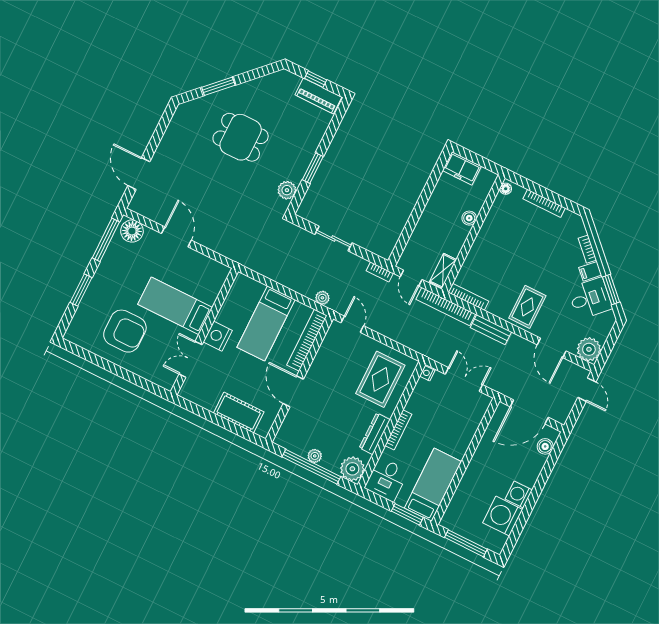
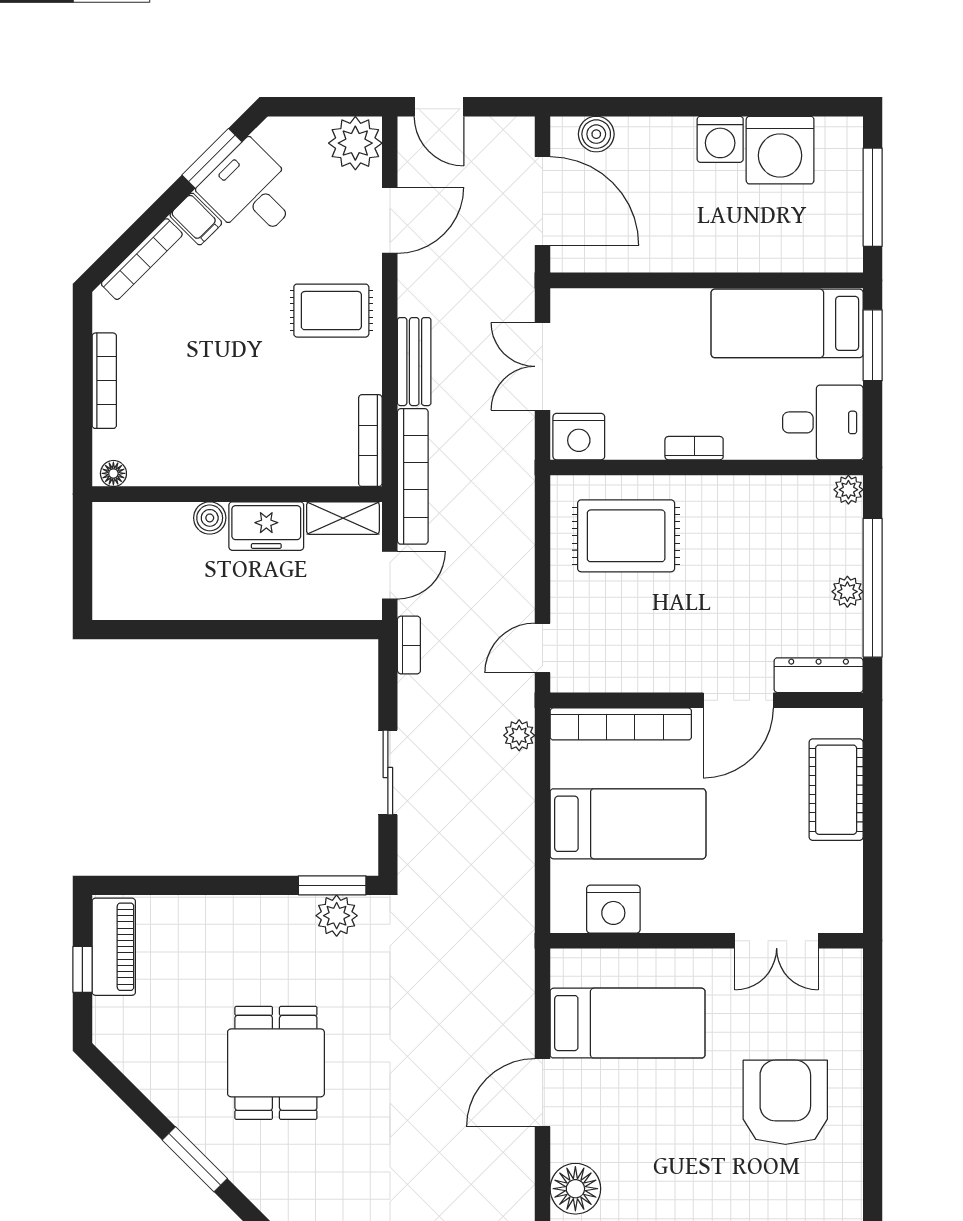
window: (313, 168) -> (332, 885), moved
freezer: (462, 168) -> (266, 526), moved, turned 90
bookcase: (587, 249) -> (142, 259), width x1.56
bed: (175, 306) -> (628, 1023), moved, turned -90
nightstand: (218, 336) -> (613, 909), moved
nightstand: (427, 373) -> (579, 437), width x1.89, depth x1.79
door: (587, 390) -> (439, 107), swing flipped
bookcase: (398, 430) -> (694, 448), width x0.64
dresser: (375, 434) -> (819, 675), moved, turned 180
plant: (352, 469) -> (848, 490), width x0.53, depth x0.53

